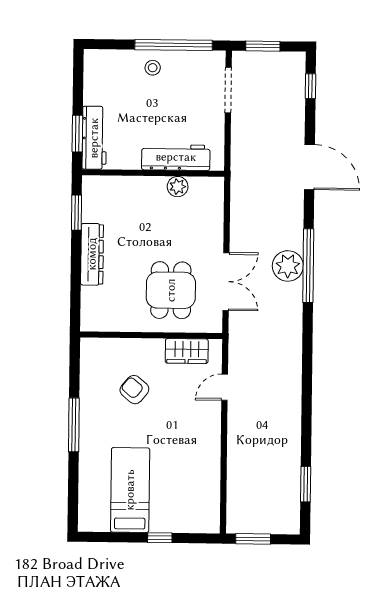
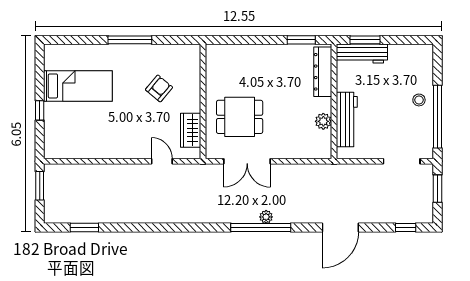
dresser: (92, 254) -> (323, 72), moved, turned 90
plant: (288, 266) -> (266, 217), width x0.53, depth x0.53

